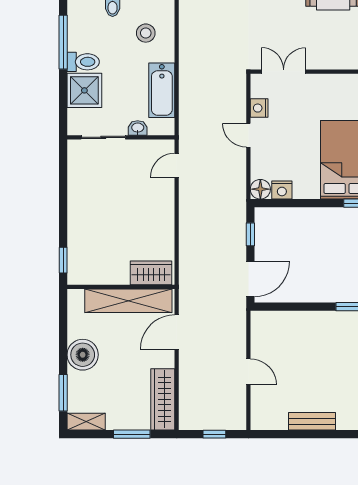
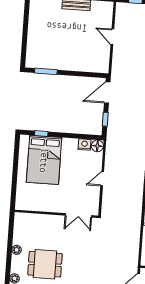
nightstand: (259, 108) -> (95, 195), removed
door: (248, 135) -> (102, 179), swing flipped

